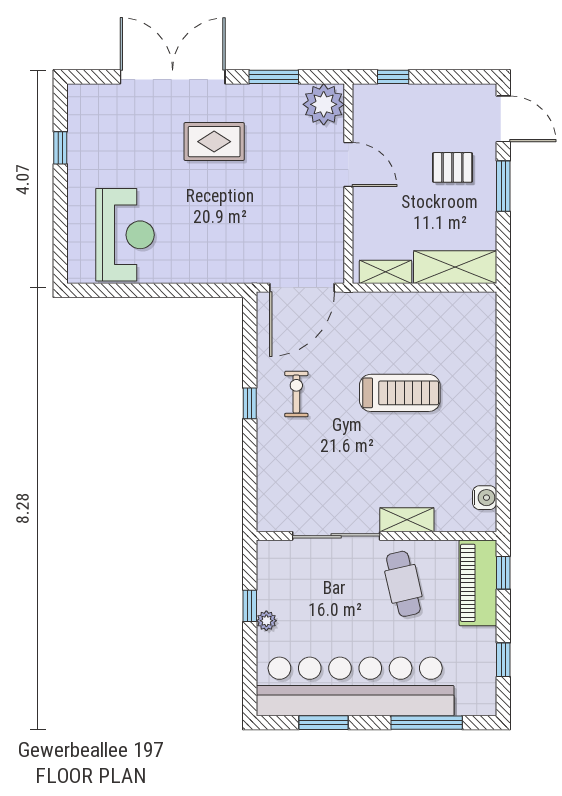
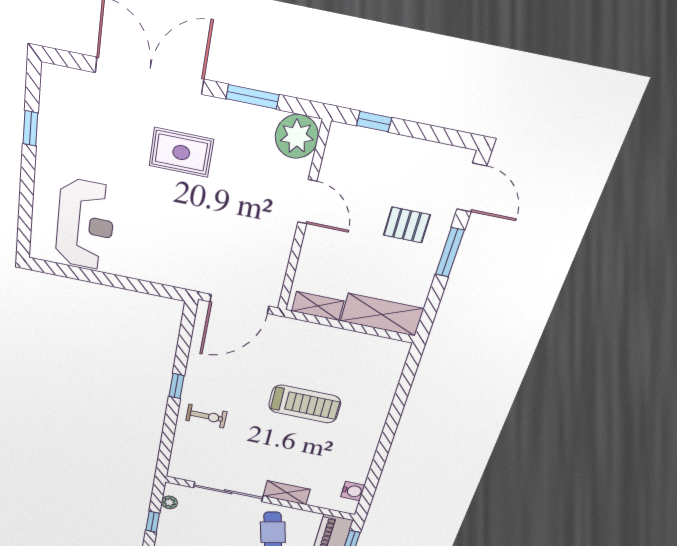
exercise bike: (296, 394) -> (206, 416), moved, turned 90
plant: (266, 621) -> (169, 502), moved

